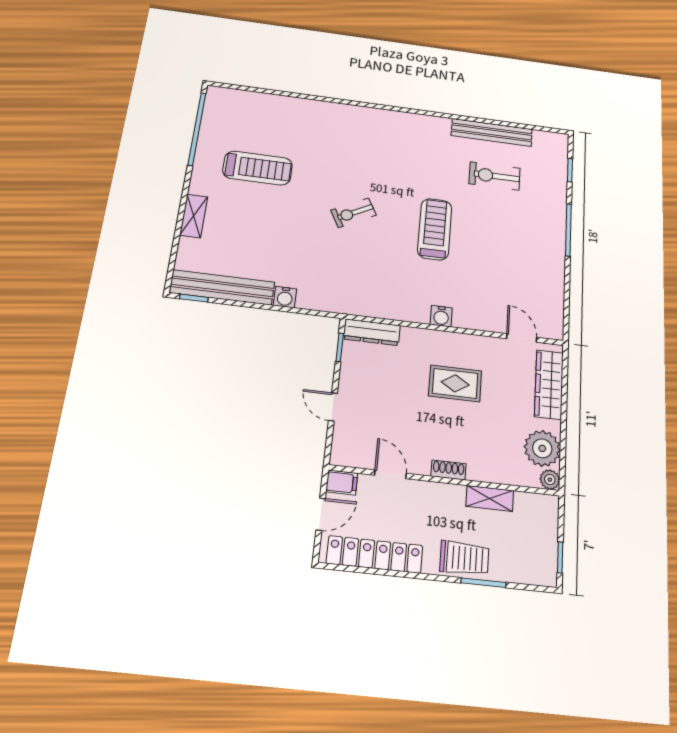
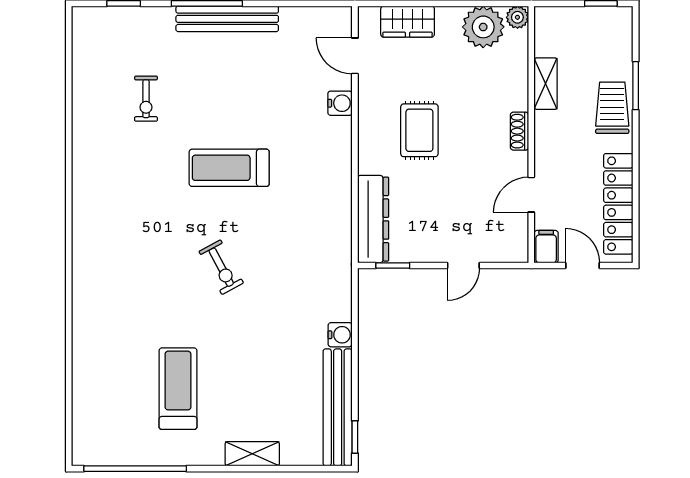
bench: (492, 132) -> (227, 19), moved, turned 90
exercise bike: (494, 176) -> (146, 99), width x0.73, depth x0.72
water cooler: (441, 316) -> (340, 103), moved
dresser: (372, 332) -> (373, 219), width x1.37, depth x1.24
door: (522, 338) -> (355, 56), hinge flipped
wardrobe: (549, 385) -> (408, 22), width x0.67

